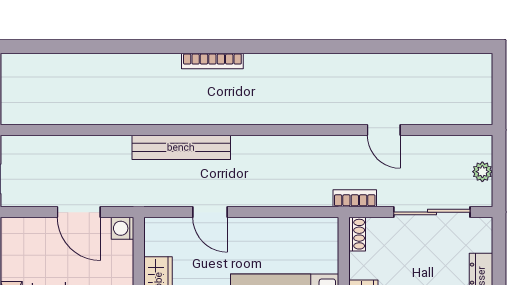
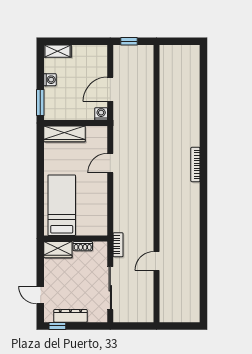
bench: (181, 147) -> (147, 147), removed
plant: (482, 172) -> (133, 317), removed
shoe rack: (357, 234) -> (83, 246), moved

